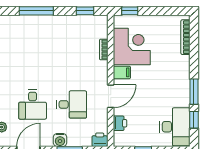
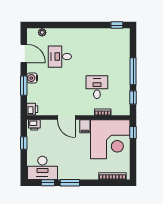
window: (36, 11) -> (133, 71), moved
corner desk: (132, 47) -> (110, 139), width x1.36, depth x1.36
desk: (72, 104) -> (97, 87), moved, turned 180
printer: (120, 123) -> (34, 125), moved

